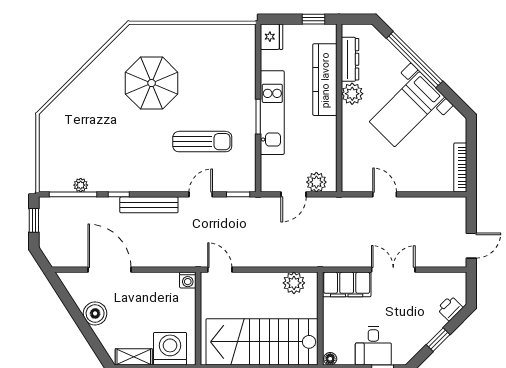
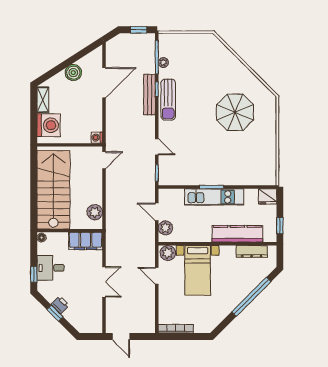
plant: (352, 94) -> (168, 253), moved
bed with nightstands: (407, 109) -> (198, 270), moved, turned -135
sun lounger: (202, 142) -> (168, 100), moved
door: (385, 194) -> (157, 276), swing flipped
bench: (149, 205) -> (149, 95), moved
filing cabinet: (347, 284) -> (86, 241), moved, turned -90
printer: (450, 308) -> (60, 305), moved

